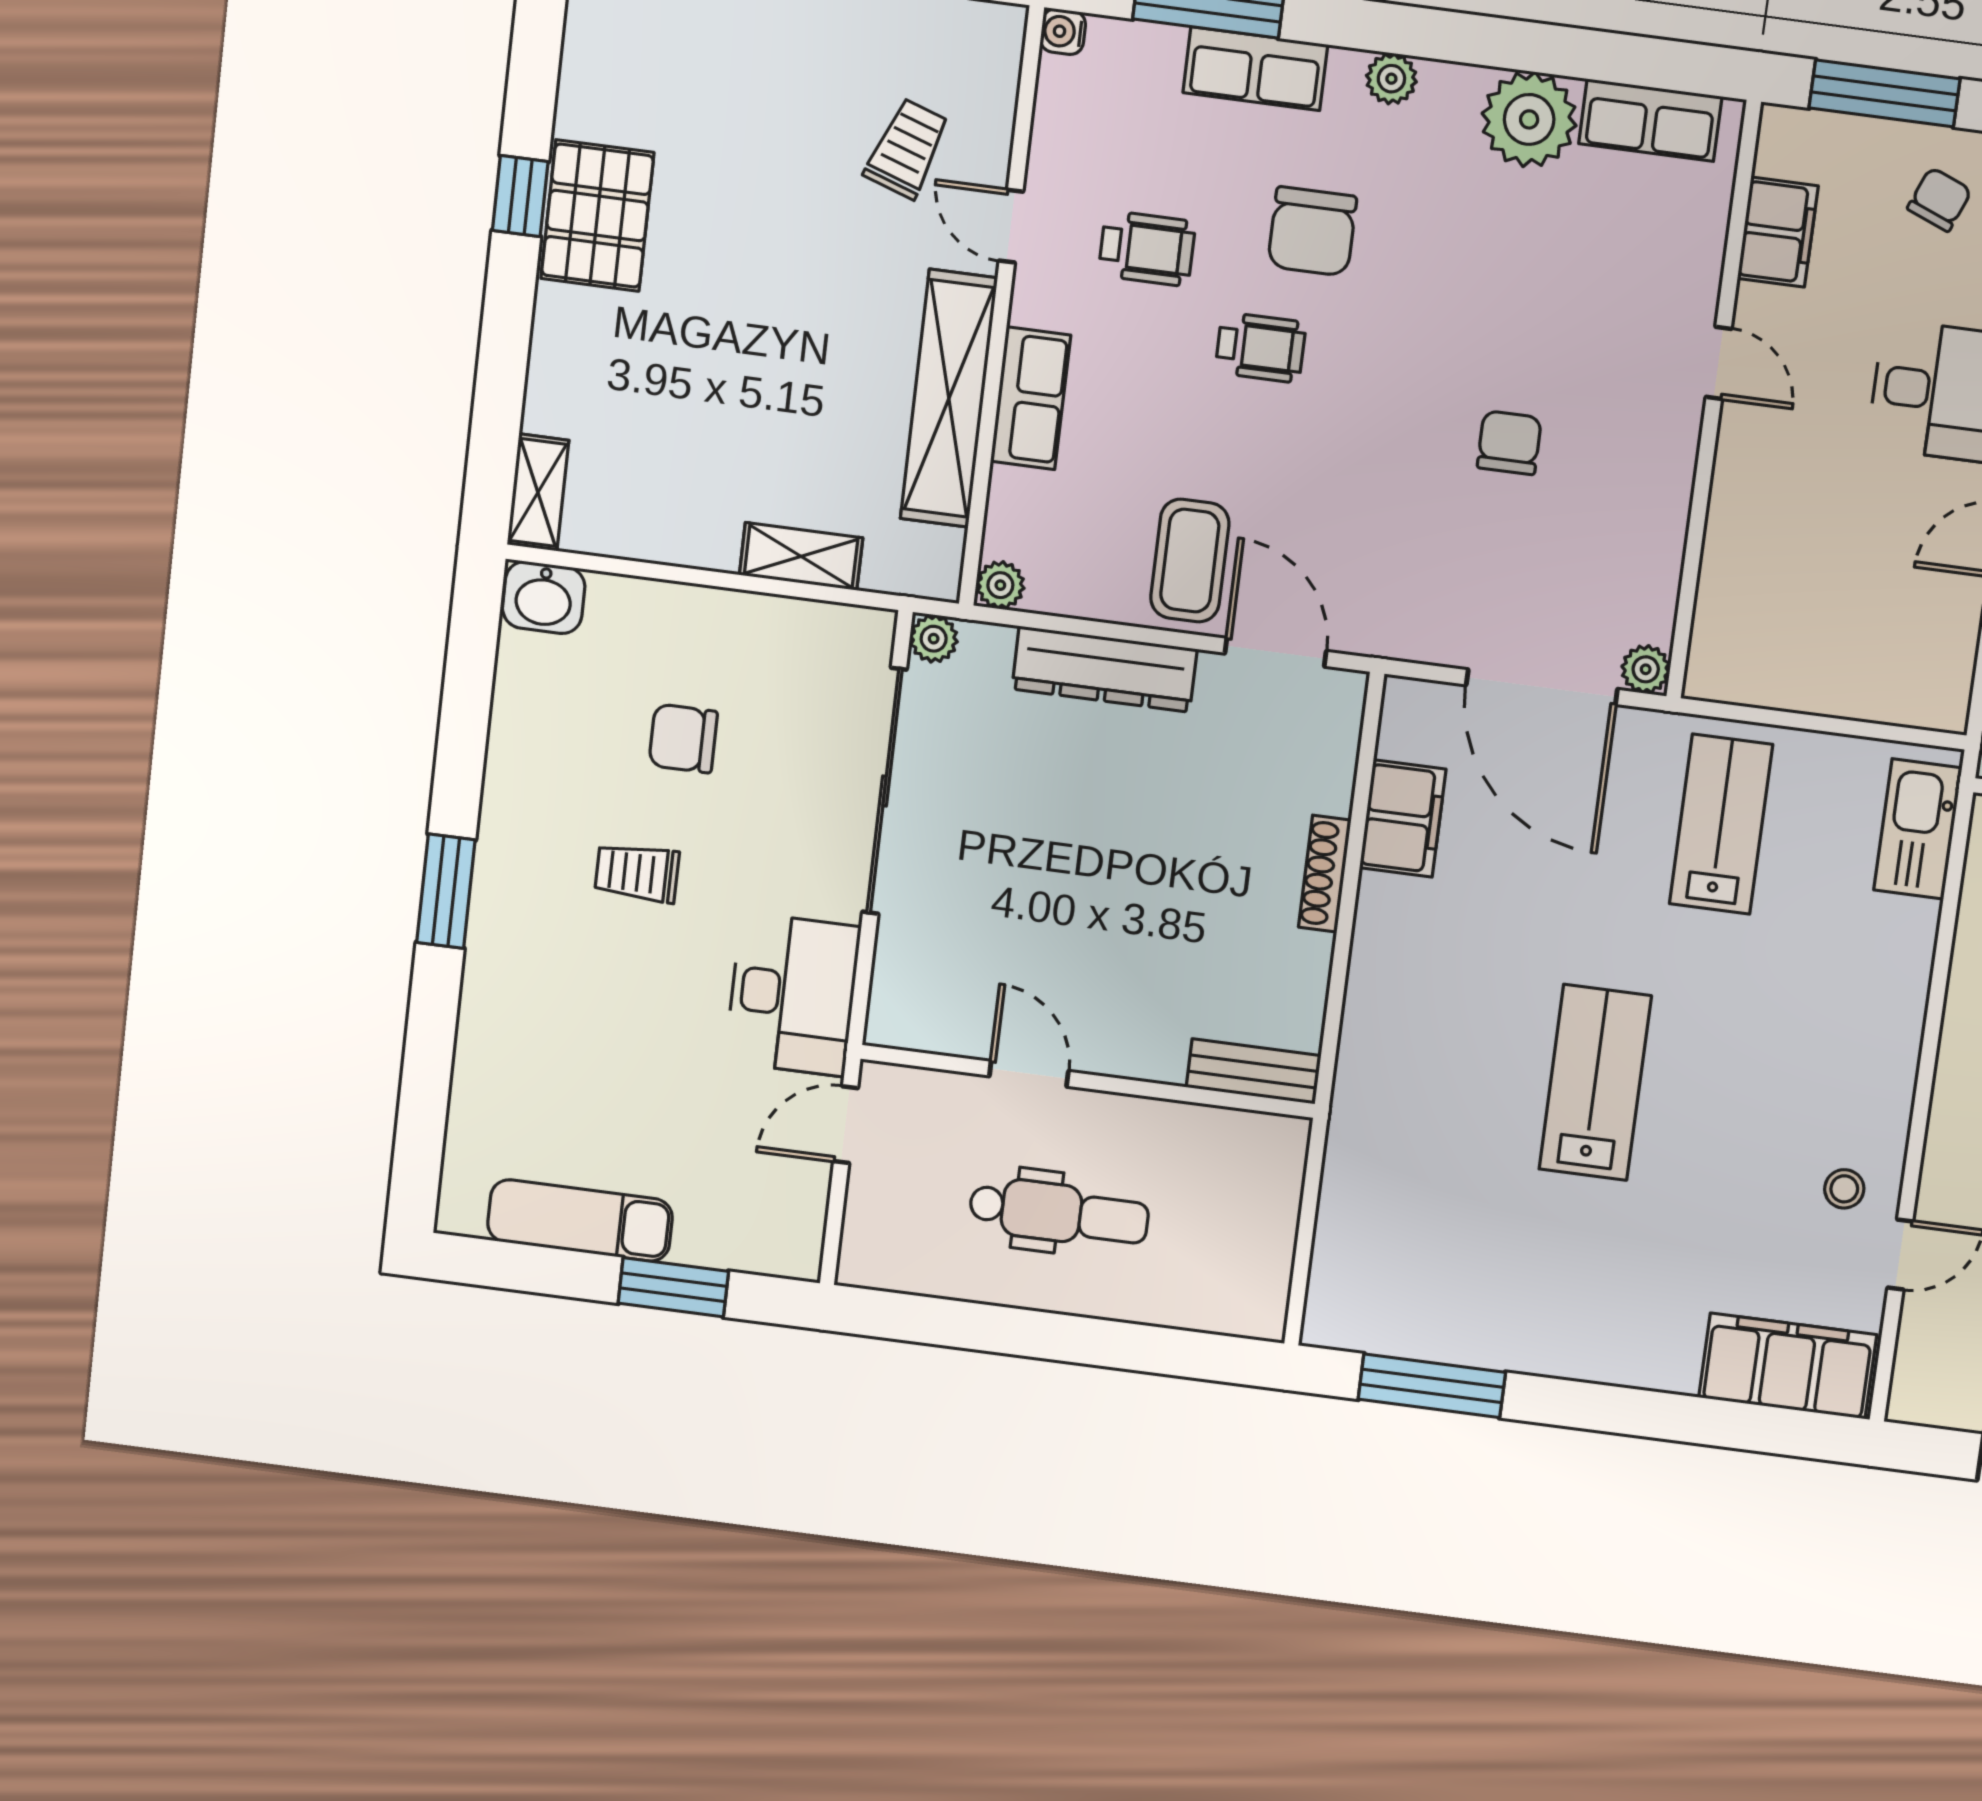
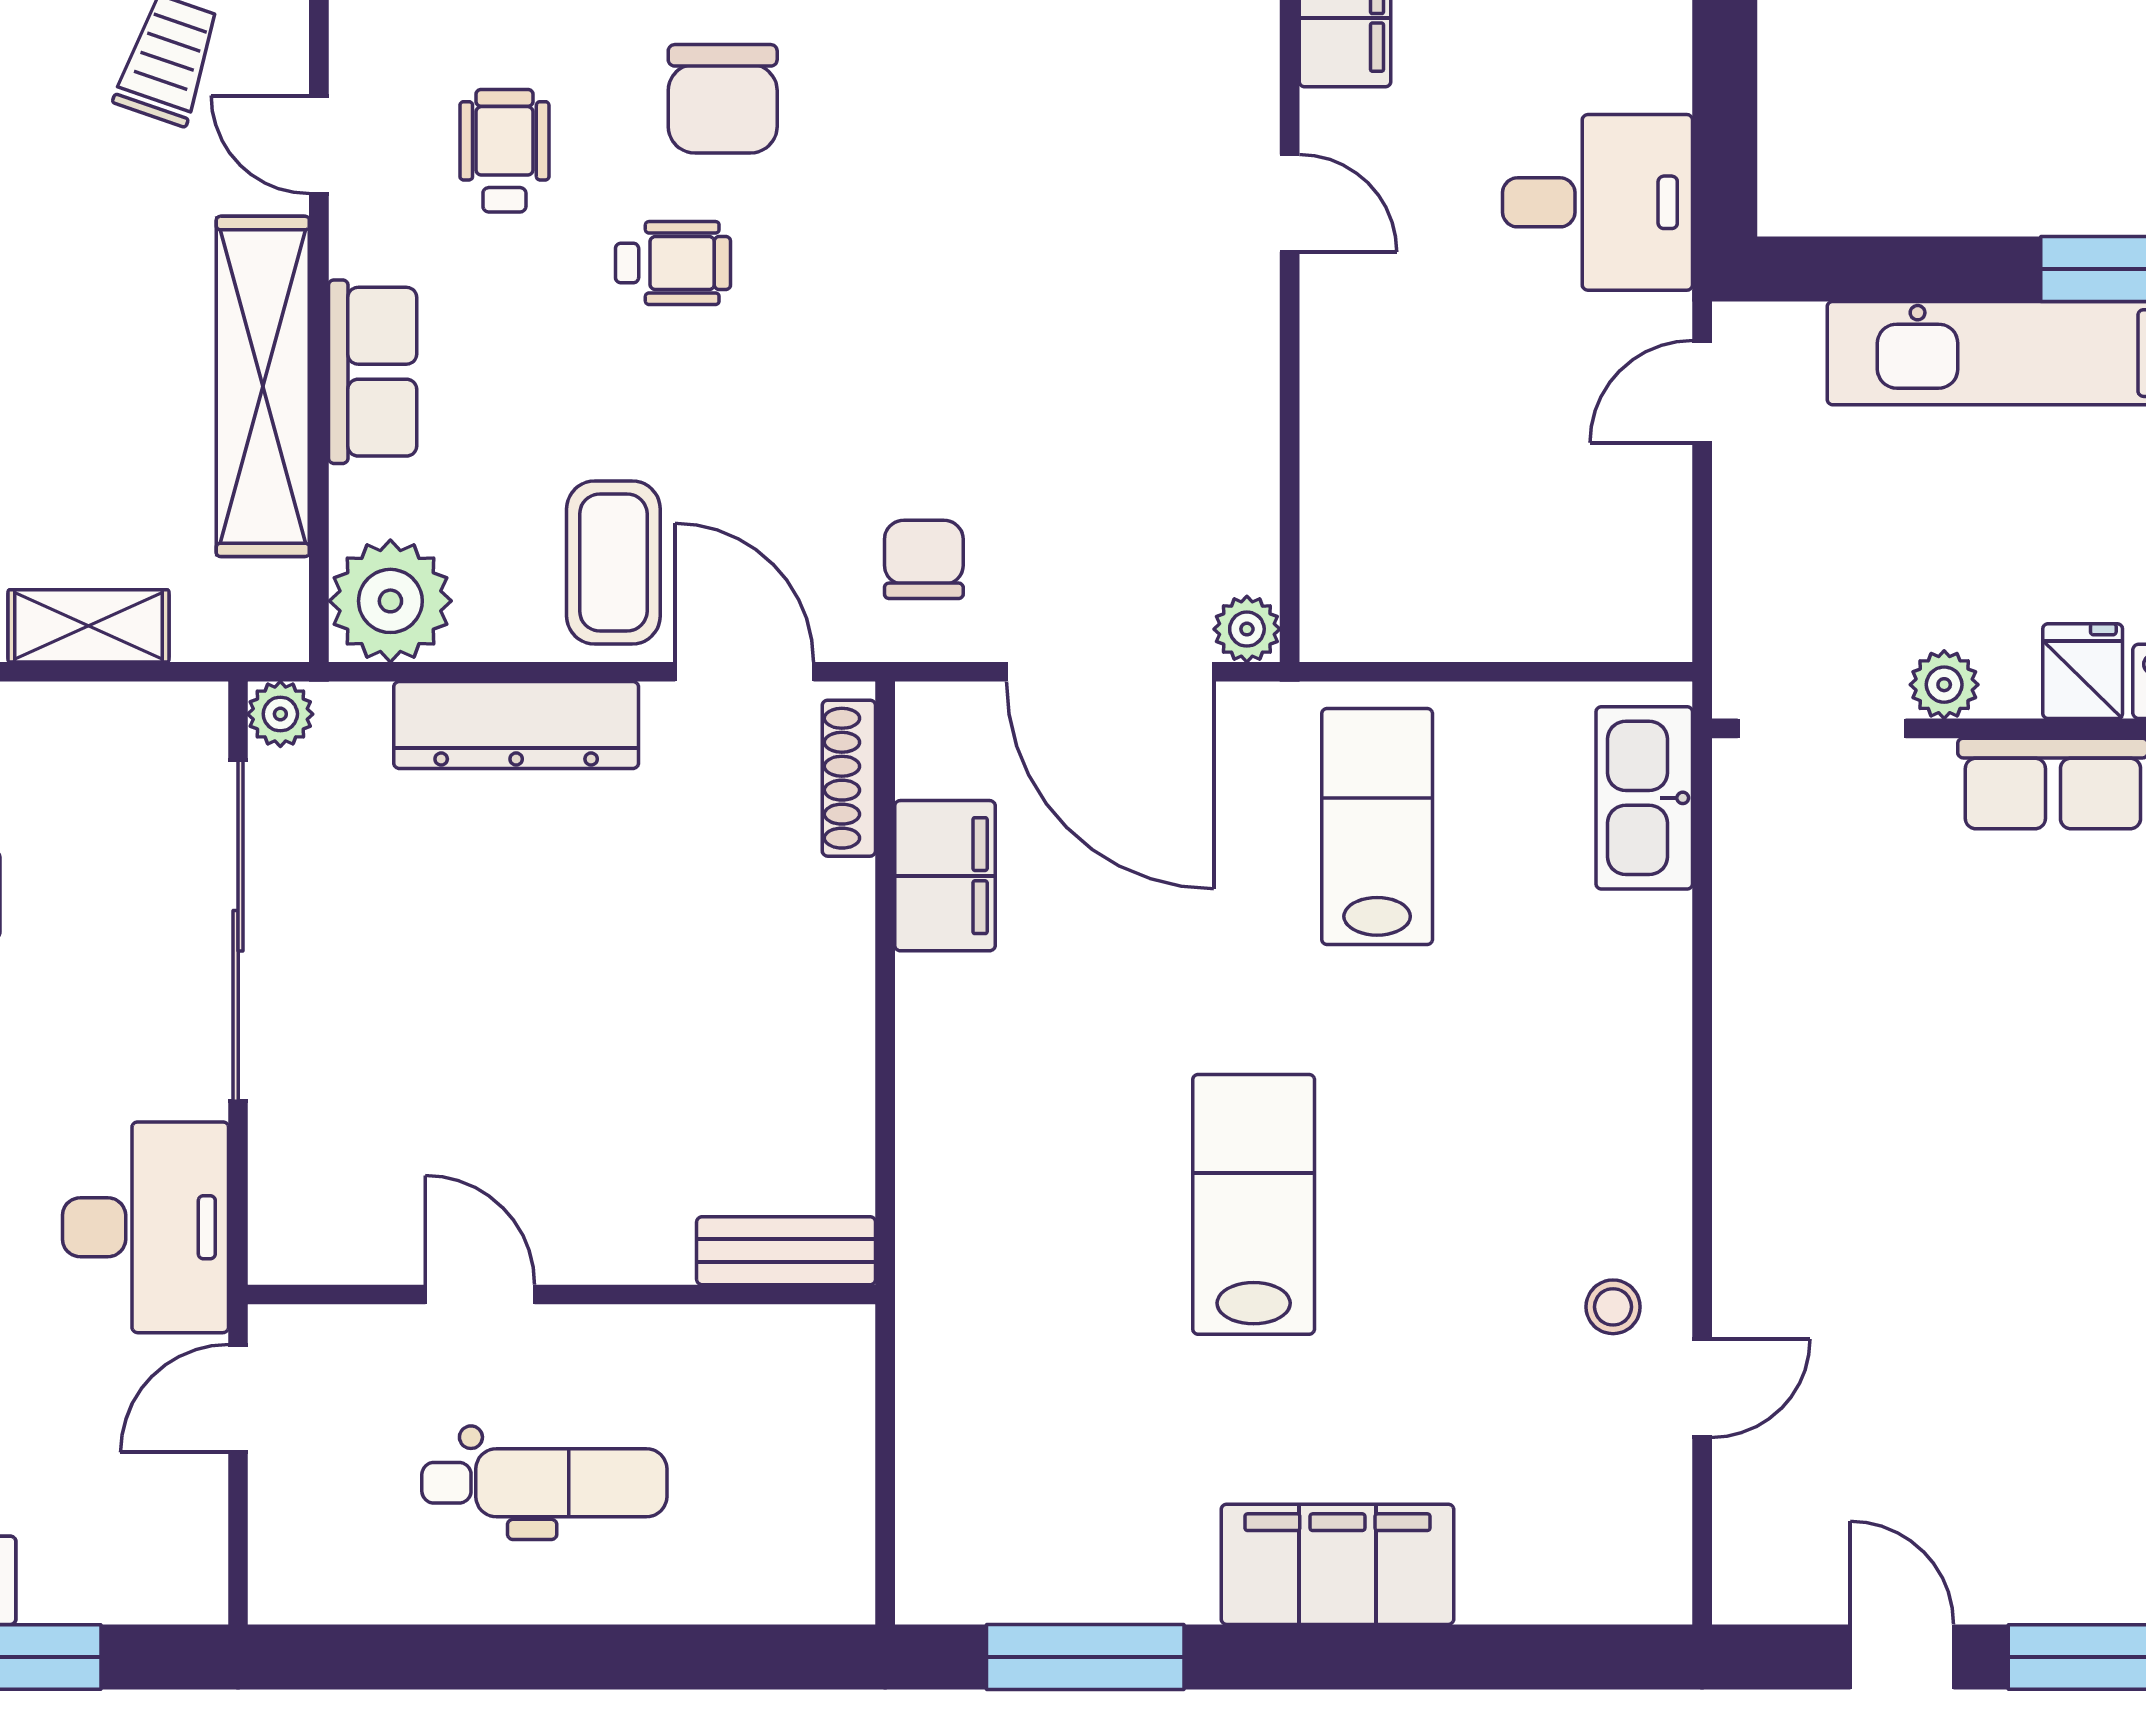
wheelchair: (1147, 248) -> (504, 151), turned -90
chair: (1509, 443) -> (924, 559), moved
plant: (1000, 585) -> (390, 601), width x1.88, depth x1.88
shoe rack: (1325, 874) -> (849, 778), moved
filing cabinet: (1788, 1366) -> (1337, 1564), moved

